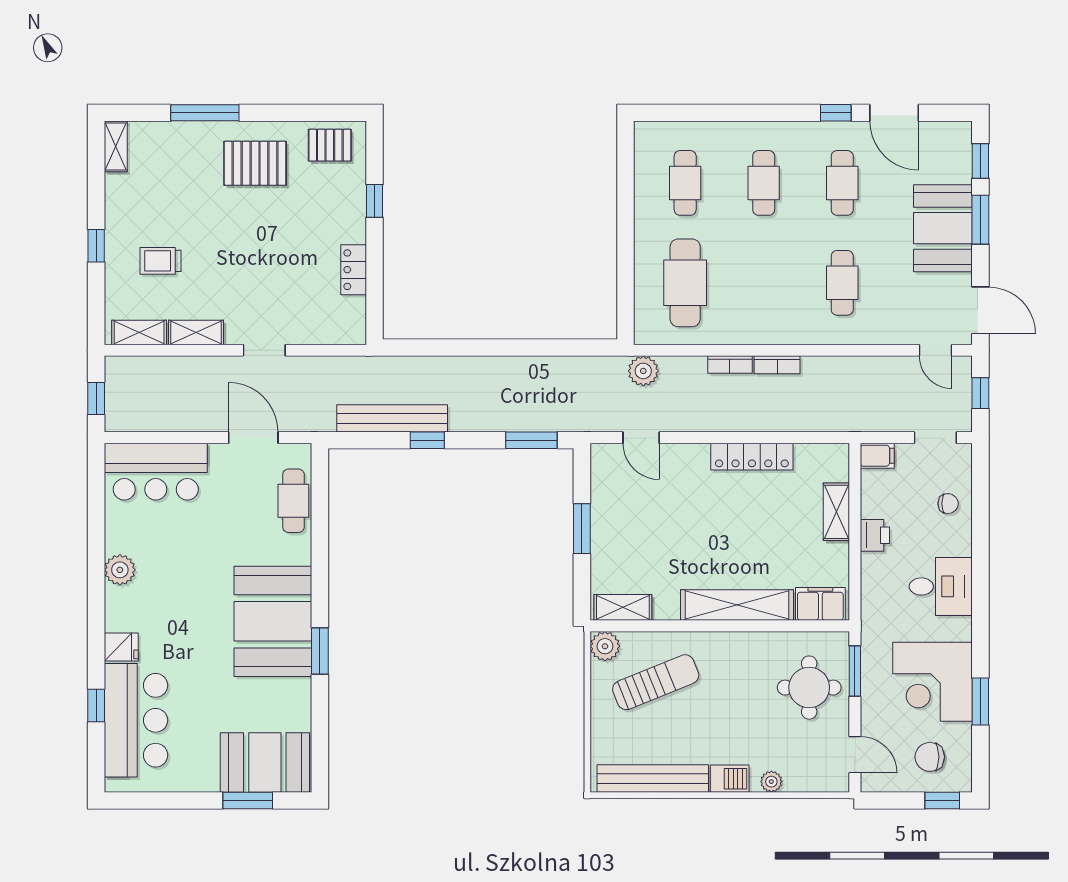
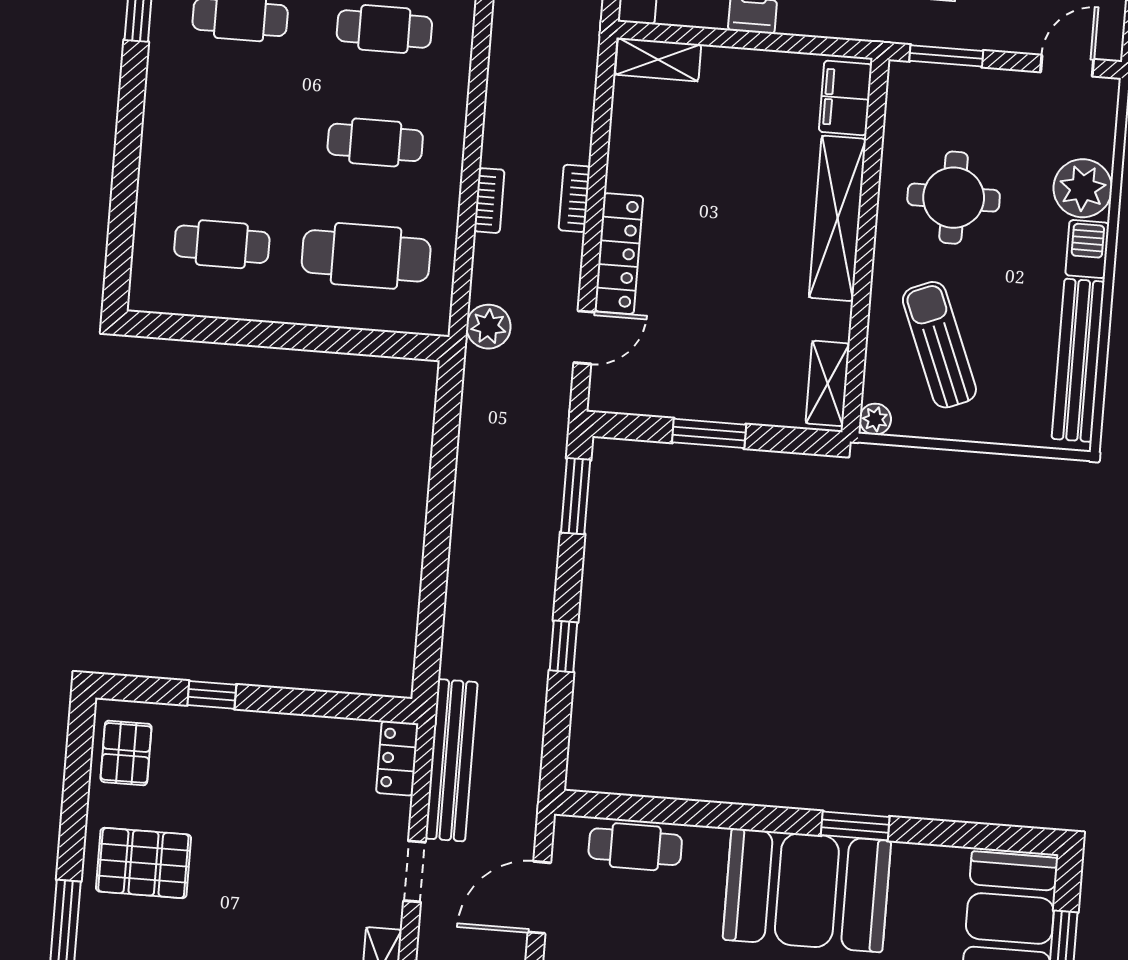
pallet: (255, 163) -> (143, 863), turned 90
cafe table: (764, 183) -> (375, 142), moved
locker: (354, 270) -> (397, 758), moved, turned 90
bookcase: (777, 365) -> (574, 198), moved, turned 180
bench: (392, 418) -> (451, 760), moved
locker: (752, 457) -> (619, 254), moved
shelving: (836, 512) -> (658, 60), moved
plant: (605, 646) -> (875, 419), width x0.73, depth x0.73
round table: (809, 688) -> (954, 198), moved
plant: (771, 782) -> (1083, 188), width x1.88, depth x1.88

